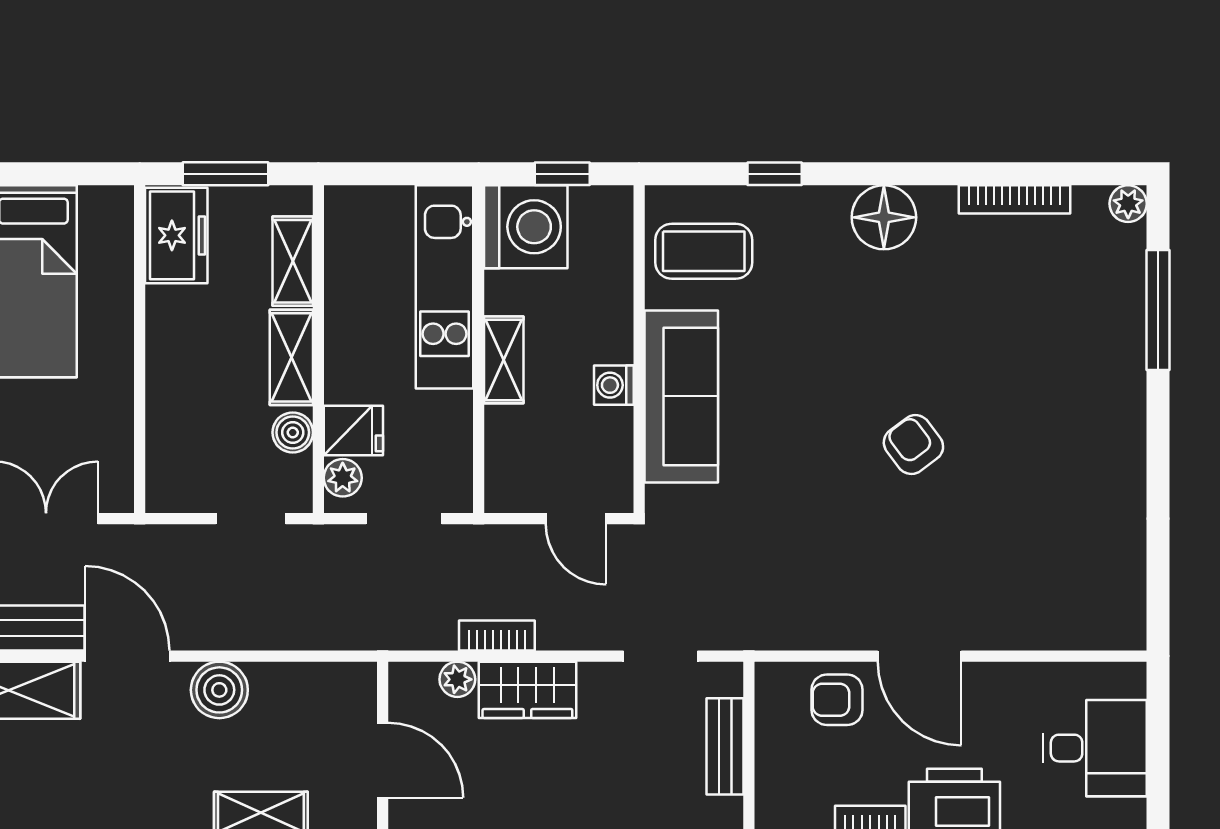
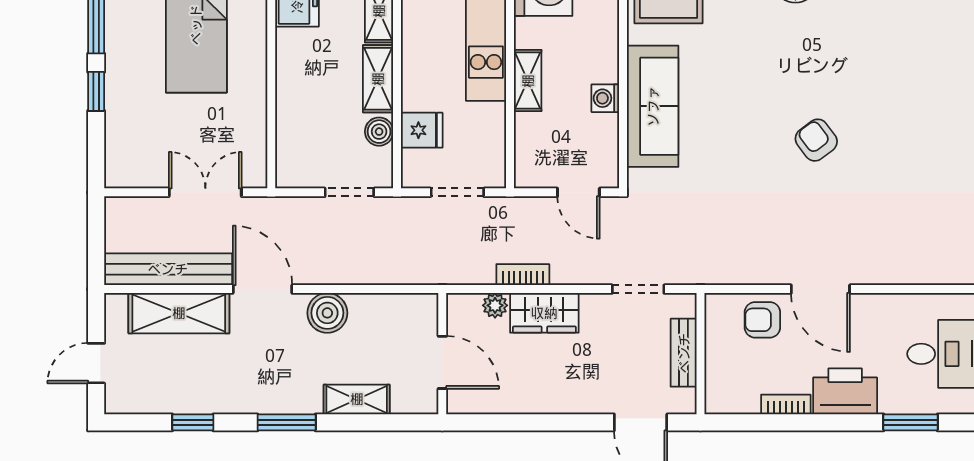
plant: (343, 478) -> (414, 164), removed

